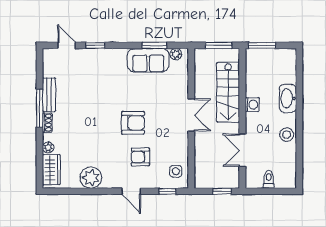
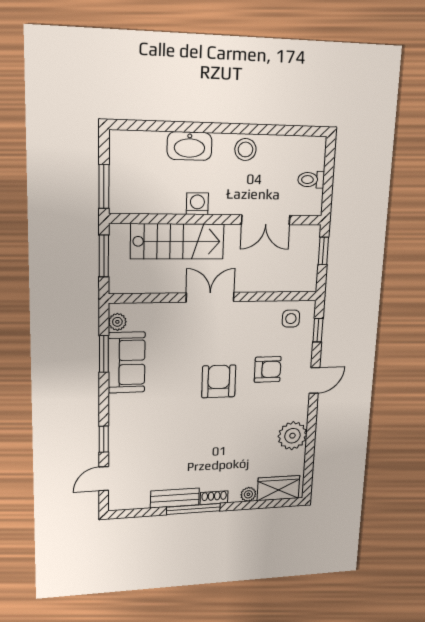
armchair: (140, 157) -> (268, 369), turned -90

